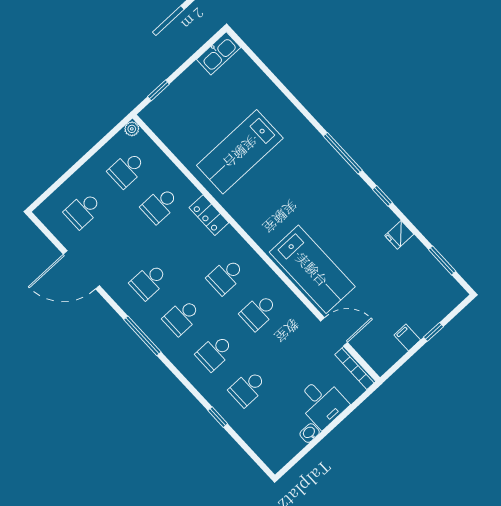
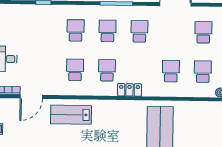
locker: (209, 215) -> (129, 90), moved
lab bench: (312, 269) -> (71, 115), width x0.73, depth x0.72
school desk: (248, 388) -> (44, 30), removed

